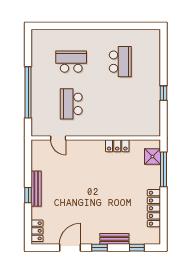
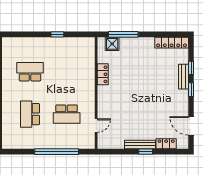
locker: (154, 208) -> (172, 43), moved
locker: (37, 231) -> (166, 144), moved
door: (70, 248) -> (191, 126), moved
window: (137, 248) -> (191, 68), moved

